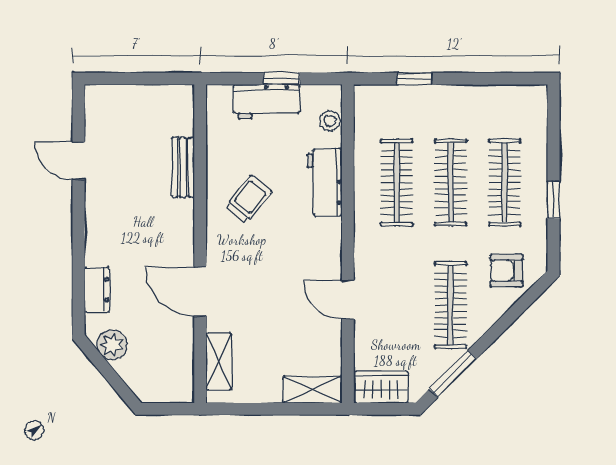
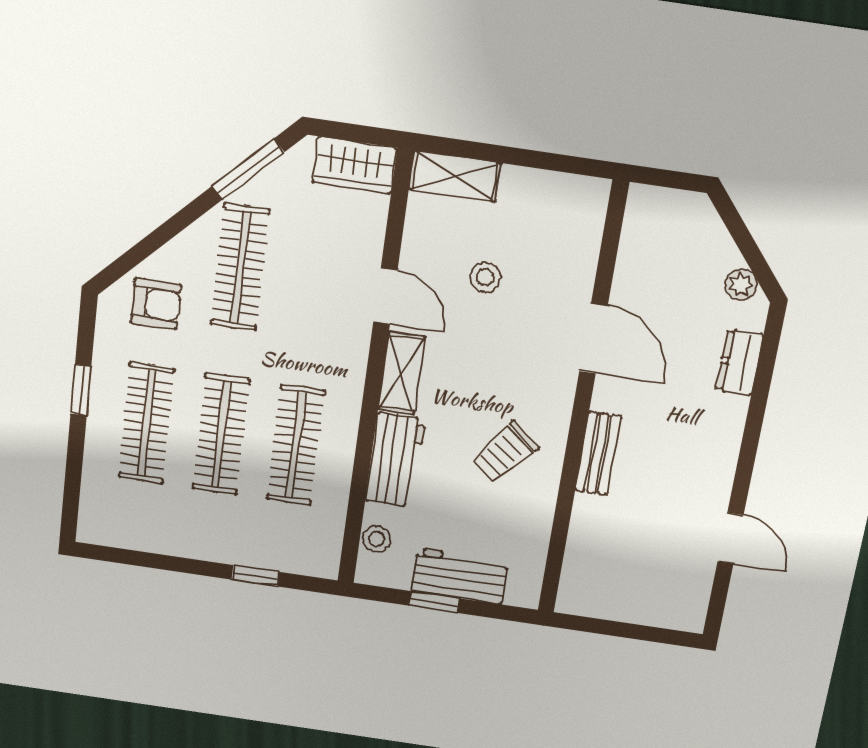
bench: (183, 167) -> (598, 453), moved
stool: (281, 323) -> (485, 277), added
plant: (112, 345) -> (741, 285), width x0.73, depth x0.73
shelving: (219, 361) -> (401, 373), moved

